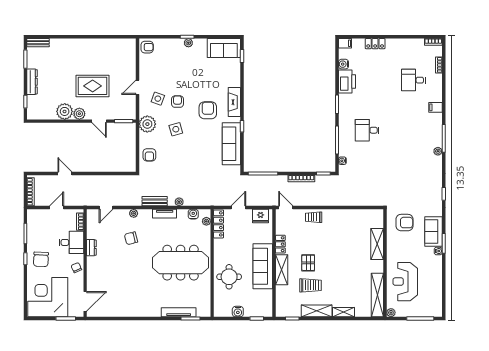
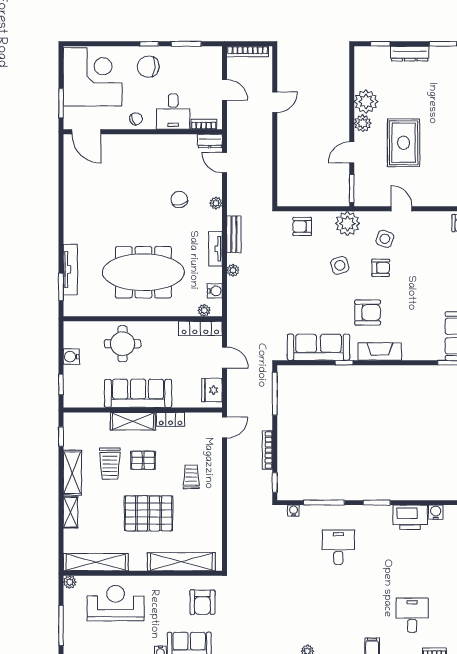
trolley: (314, 217) -> (191, 477), moved
shelving: (377, 244) -> (181, 562), width x1.47
dresser: (91, 248) -> (210, 141), moved
pallet: (344, 259) -> (149, 513), added
meeting table: (181, 263) -> (143, 272), turned 90

